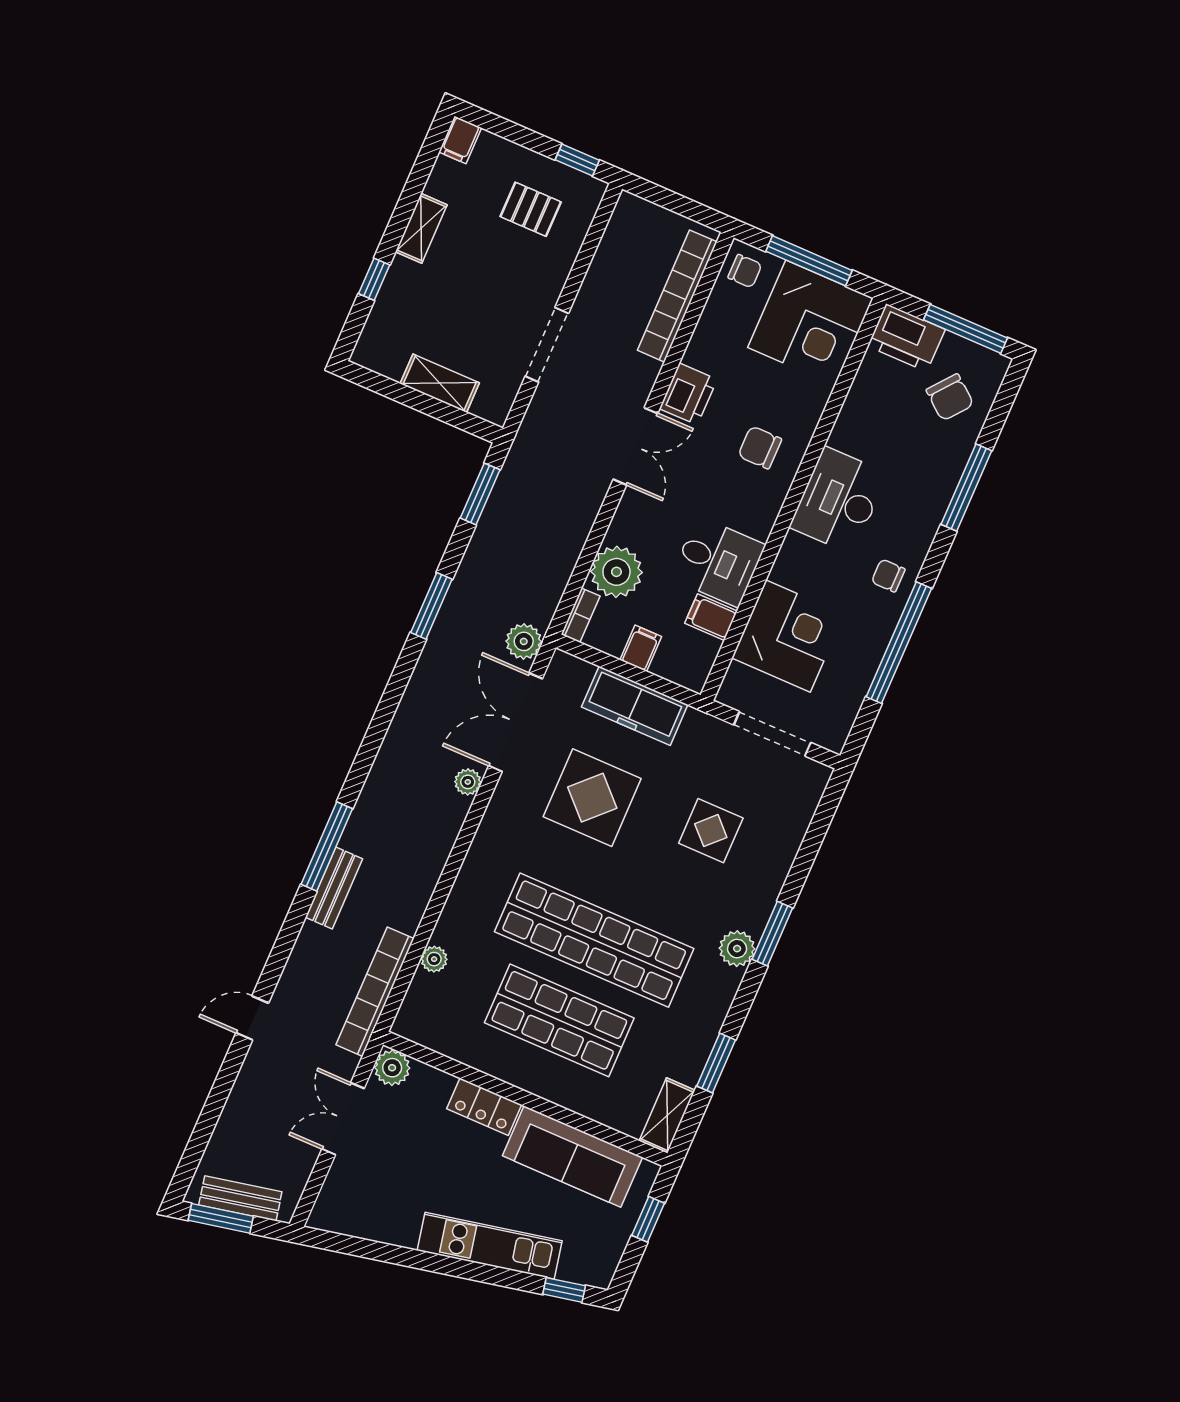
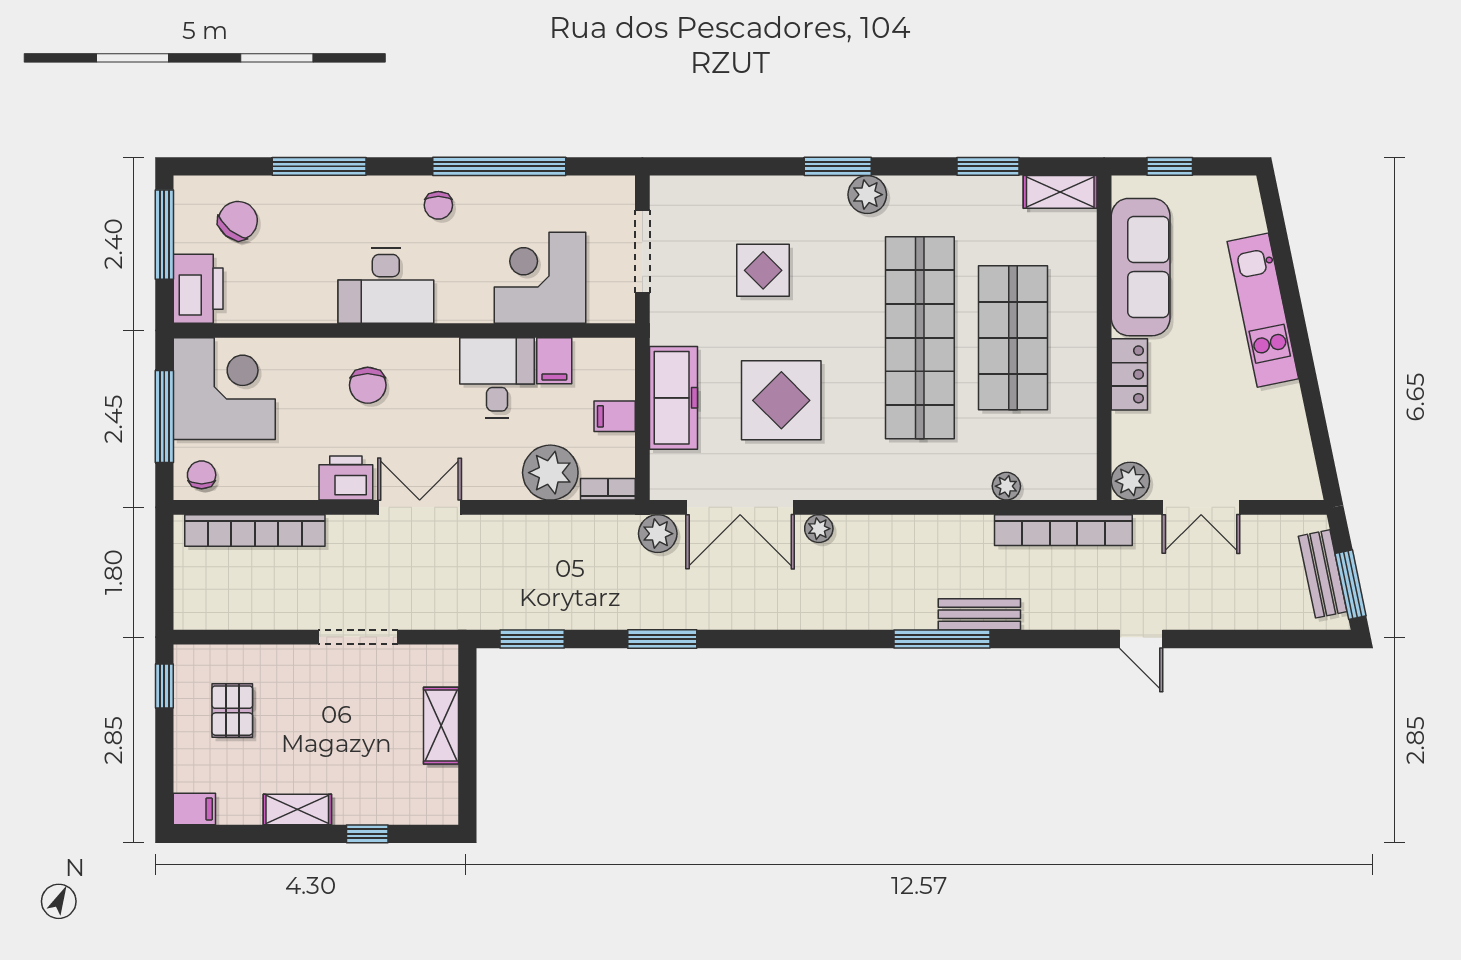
window: (564, 1290) -> (1275, 218), removed

